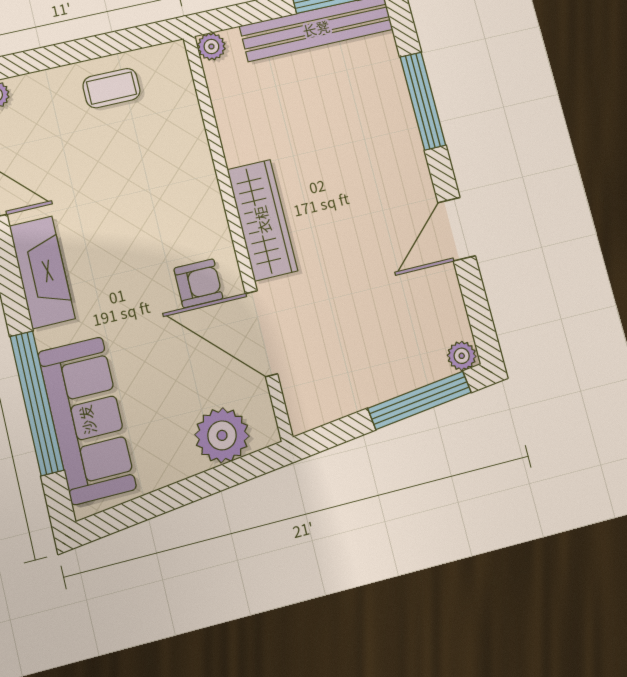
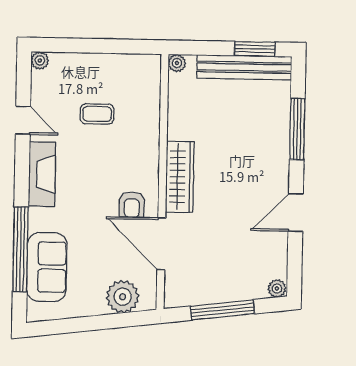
coffee table: (111, 88) -> (97, 114), moved
armchair: (198, 283) -> (132, 205), turned 90
window: (420, 400) -> (222, 310), moved
sofa: (87, 420) -> (47, 267), width x0.73

